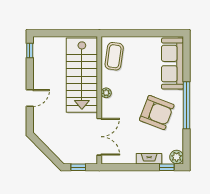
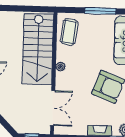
window: (146, 33) -> (100, 11), added

